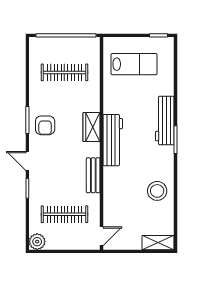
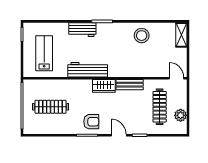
clothes rail: (64, 72) -> (51, 107), turned 90
workbench: (165, 120) -> (82, 30), width x0.73
wardrobe: (91, 127) -> (104, 86), moved
workbench: (113, 140) -> (88, 70), moved
door: (27, 161) -> (119, 135), swing flipped
plant: (37, 242) -> (181, 115), moved

